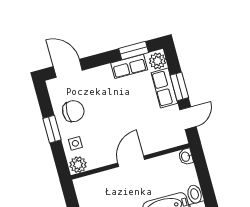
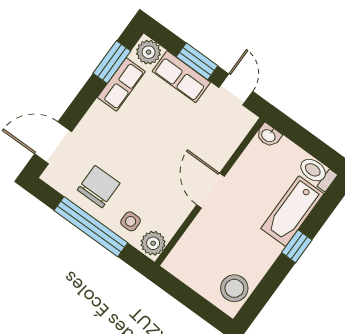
window: (52, 129) -> (91, 227), width x2.11

